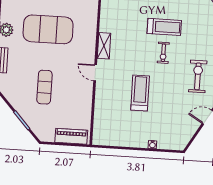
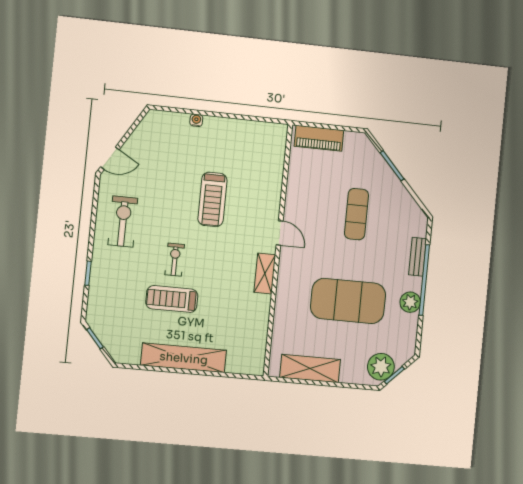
exercise bike: (198, 76) -> (123, 221), turned 180

